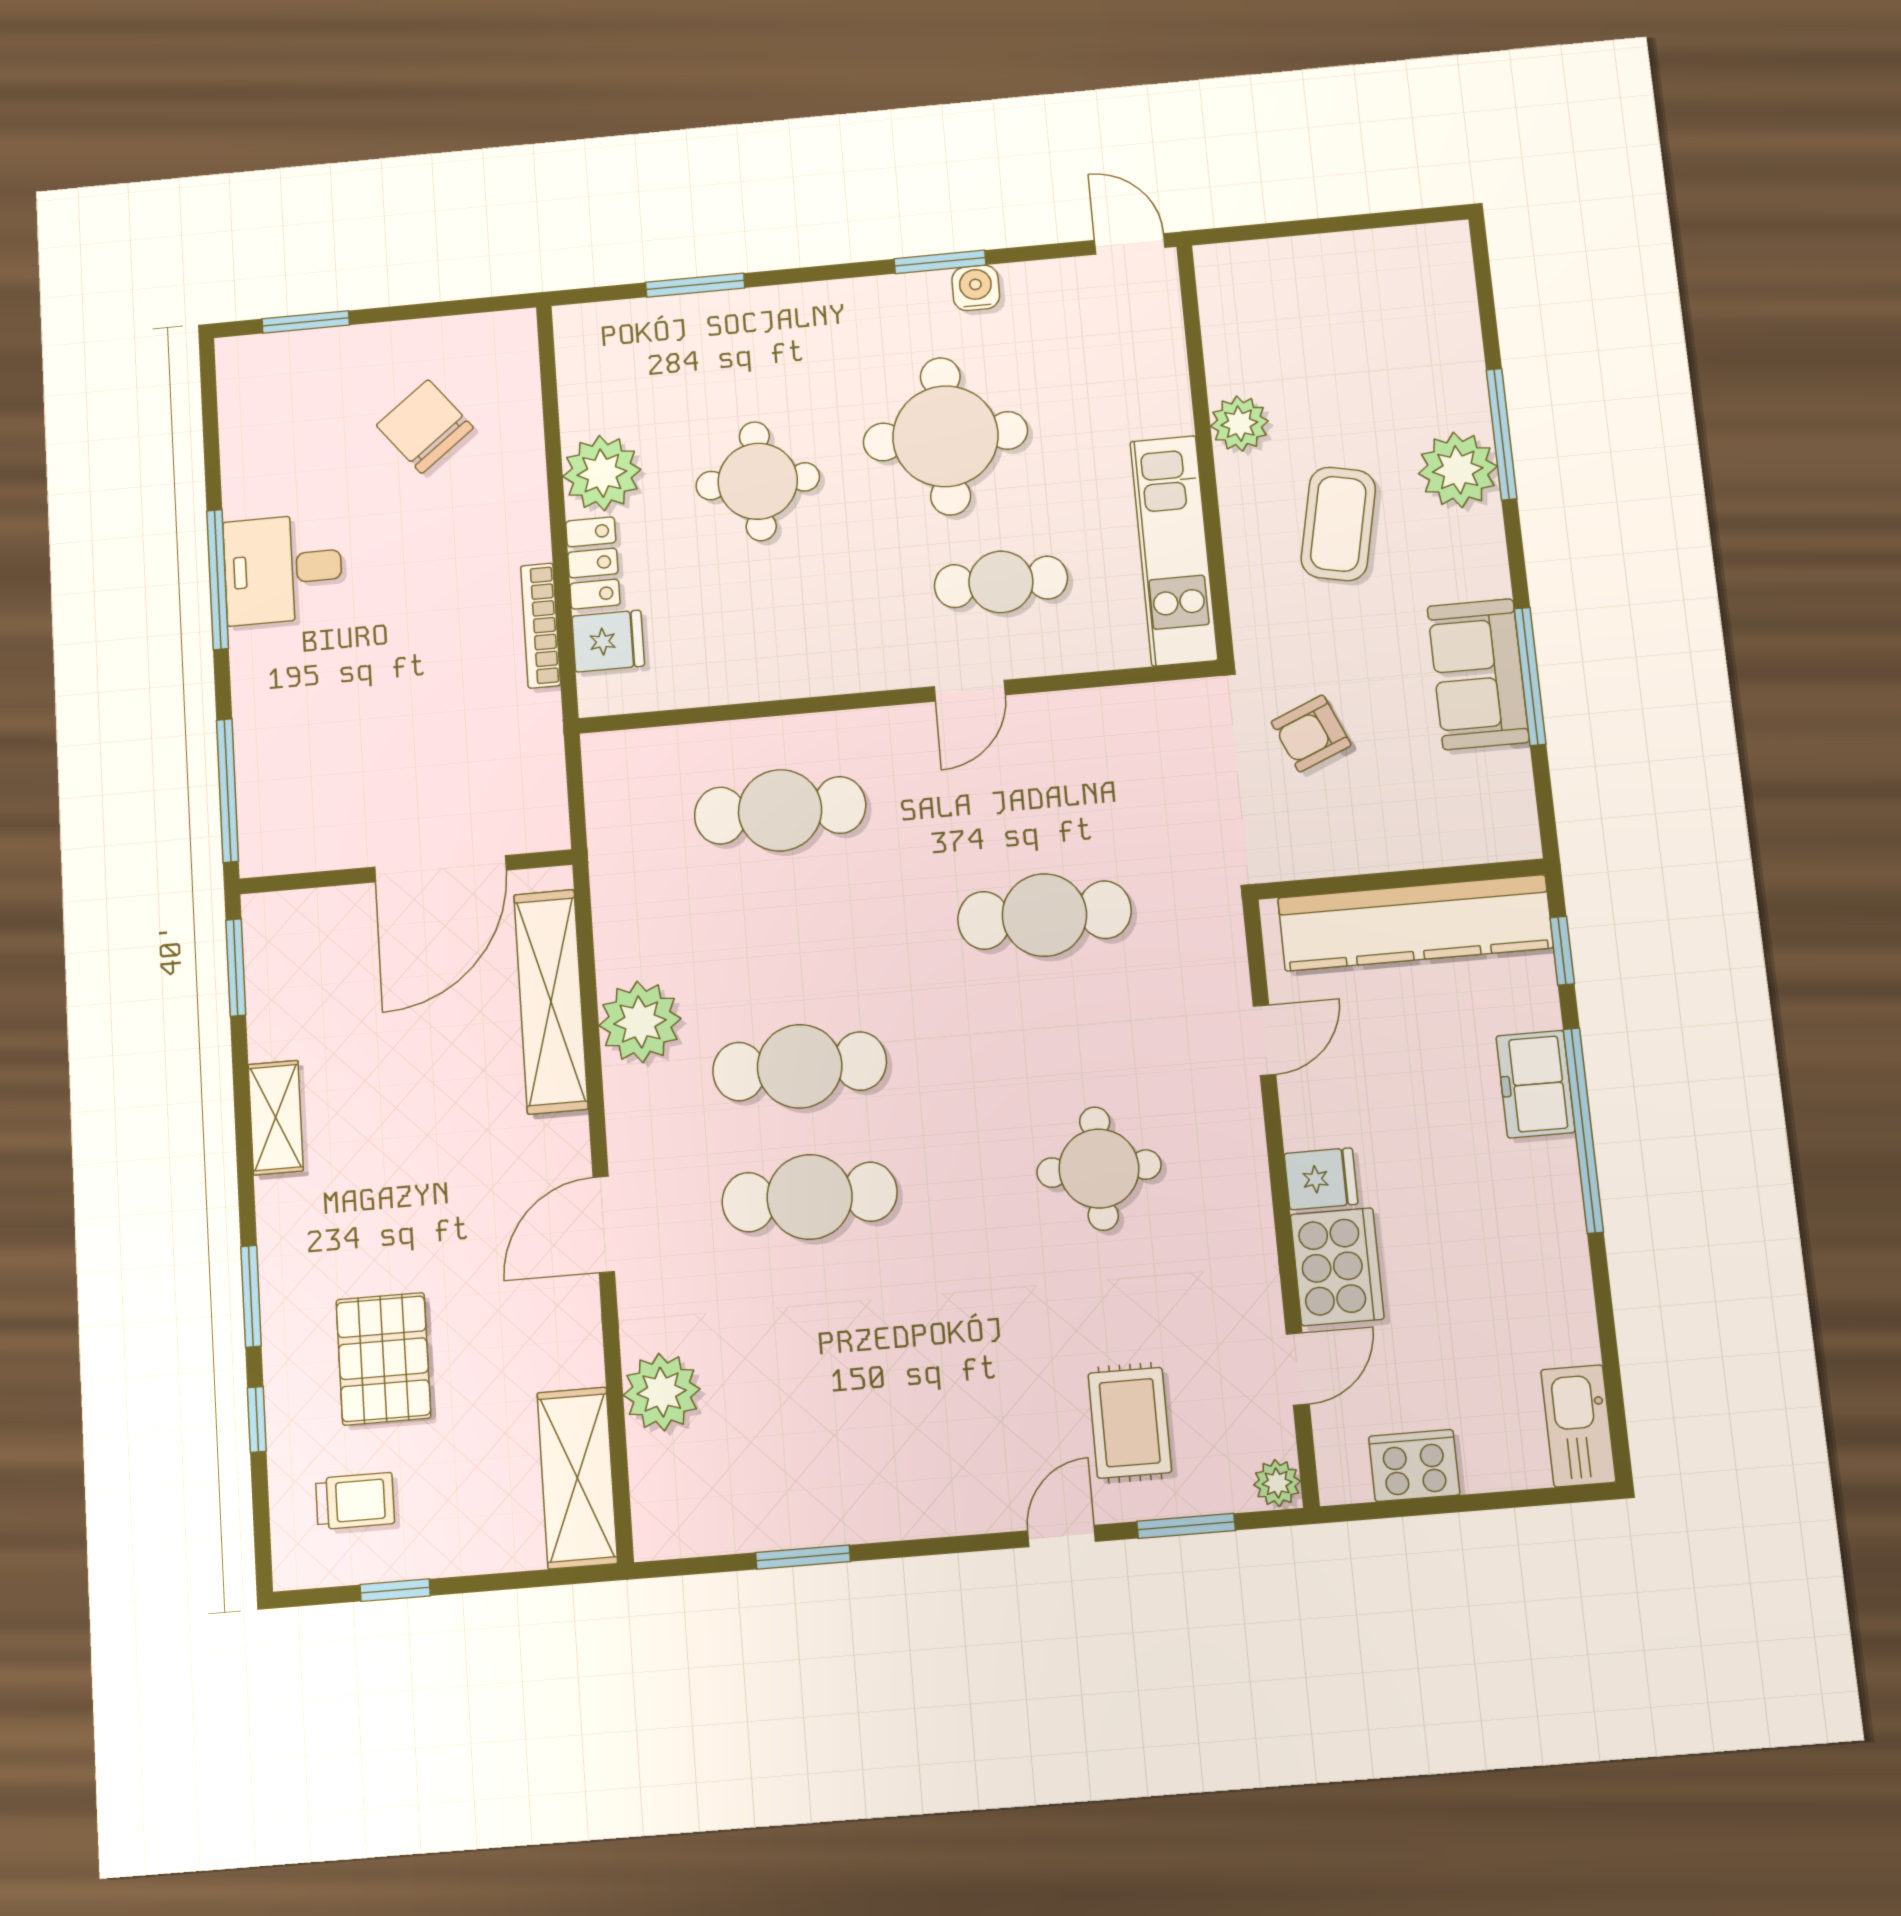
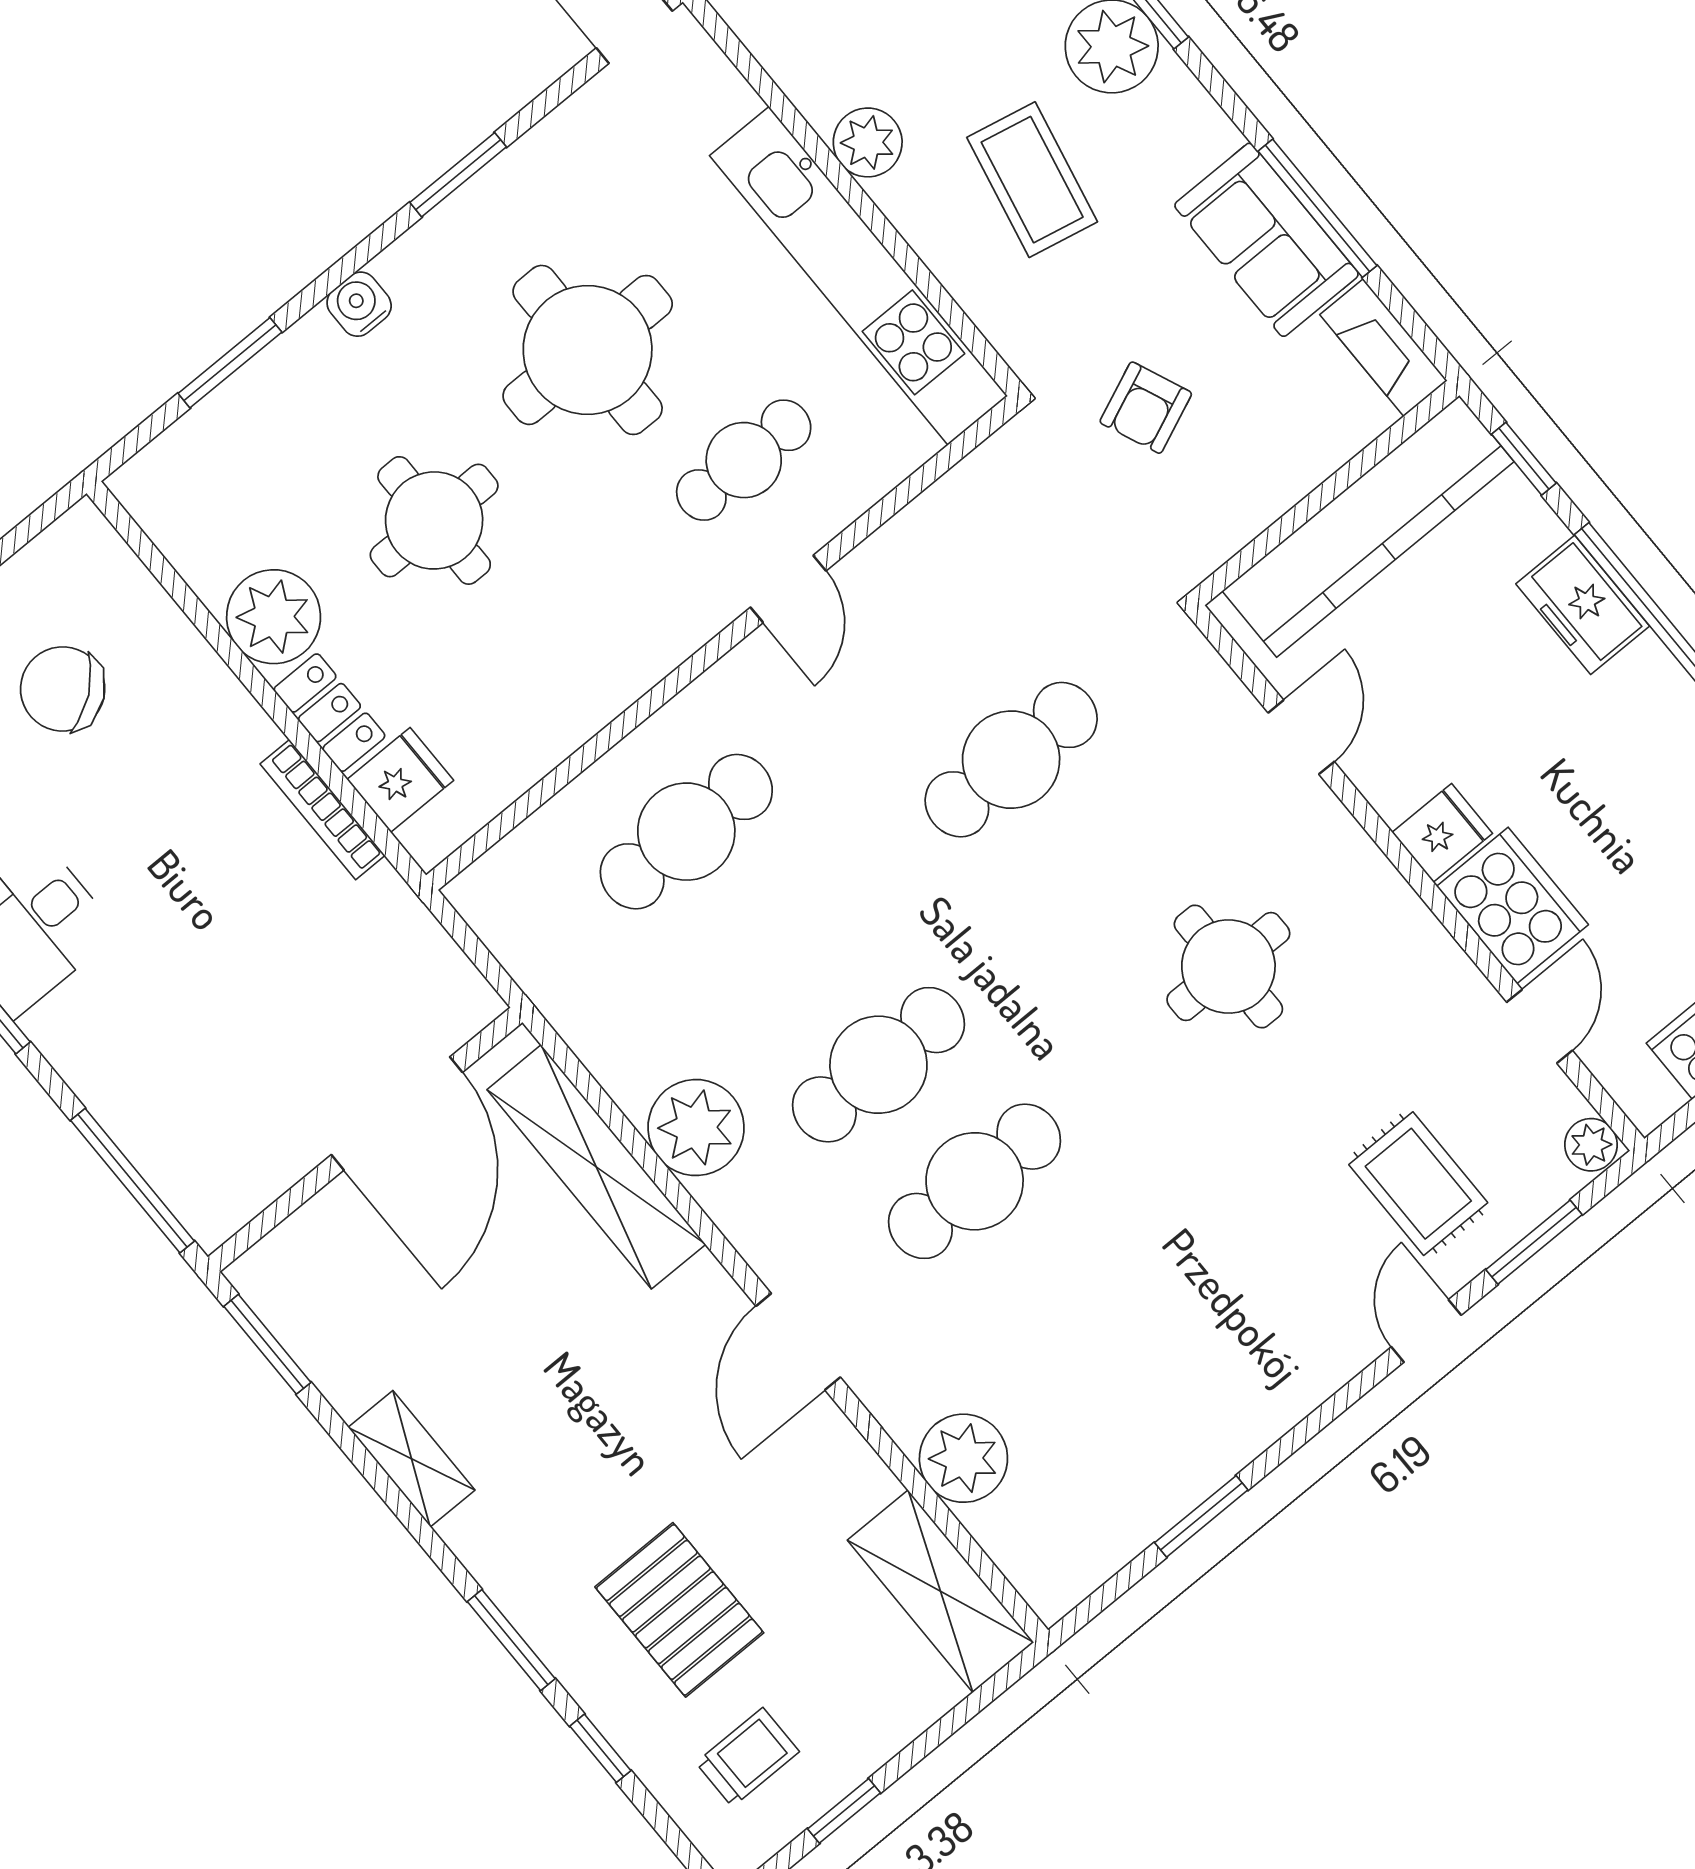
water cooler: (976, 288) -> (359, 304), moved
kitchen unit: (1174, 550) -> (859, 276), width x1.36
fireplace: (1512, 805) -> (1384, 348), added

